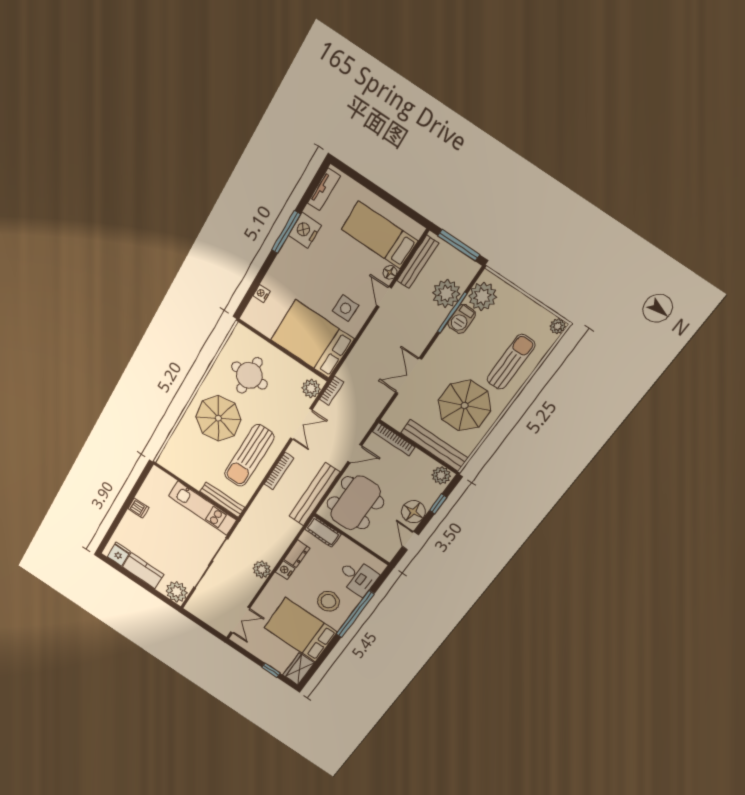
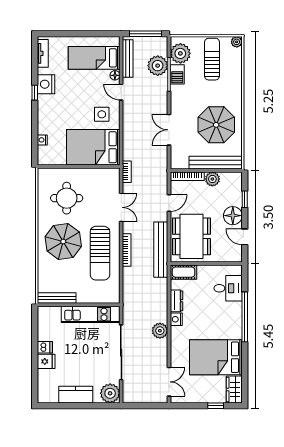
window: (286, 232) -> (35, 93), width x0.46
sun lounger: (511, 362) -> (212, 59), moved
plant: (311, 388) -> (113, 179), removed
plant: (441, 475) -> (212, 179), moved
bench: (222, 500) -> (57, 298), moved
fridge: (119, 554) -> (46, 361), moved, turned 90
stool: (328, 601) -> (221, 321), removed

